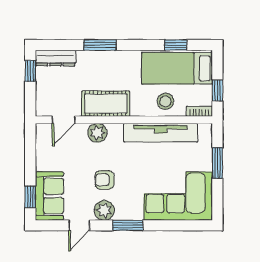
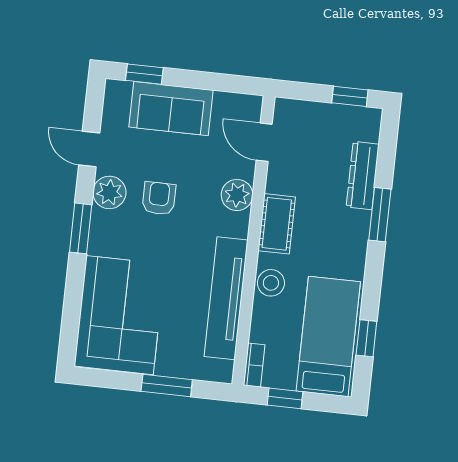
dresser: (56, 58) -> (363, 176), moved
stool: (165, 101) -> (271, 283), moved
cot: (106, 104) -> (277, 224), width x0.73, depth x0.75
sofa: (49, 196) -> (171, 109), moved

